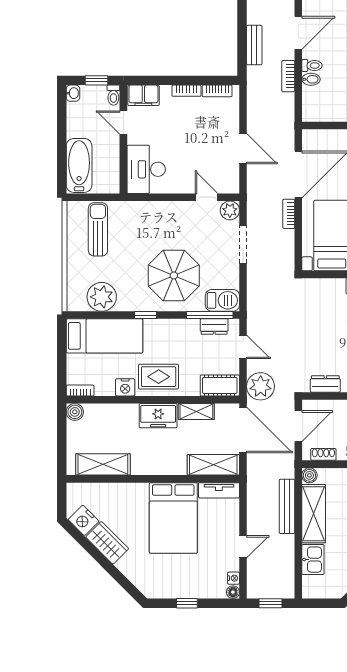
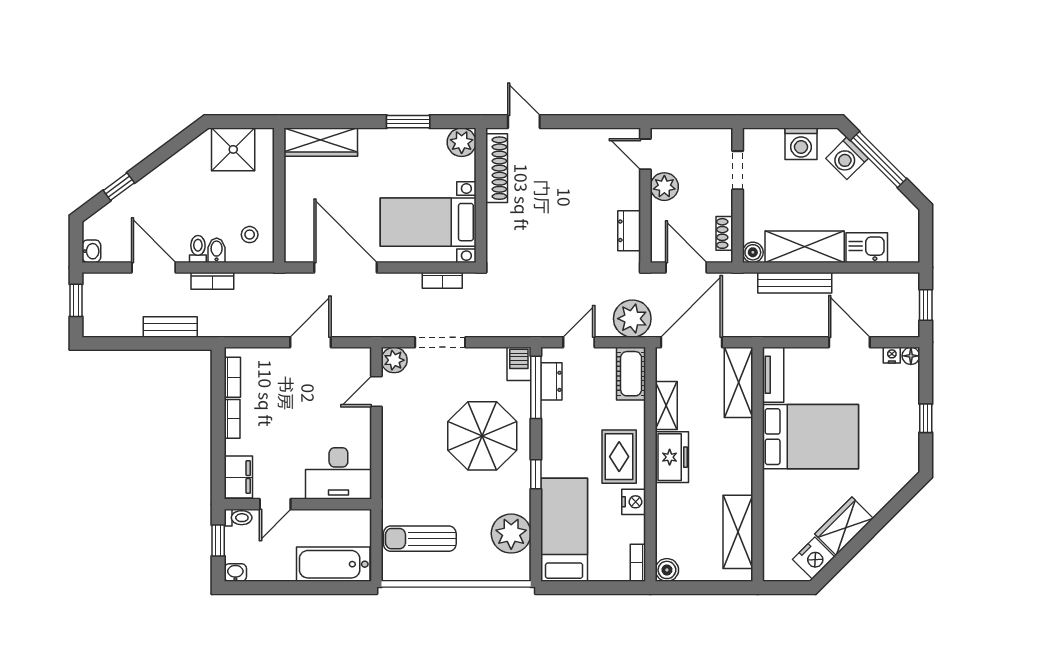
stool: (323, 104) -> (250, 235), added
bookcase: (289, 214) -> (442, 280), moved
barbecue: (222, 300) -> (519, 364), width x0.73, depth x0.79
door: (243, 547) -> (849, 342), width x1.37

